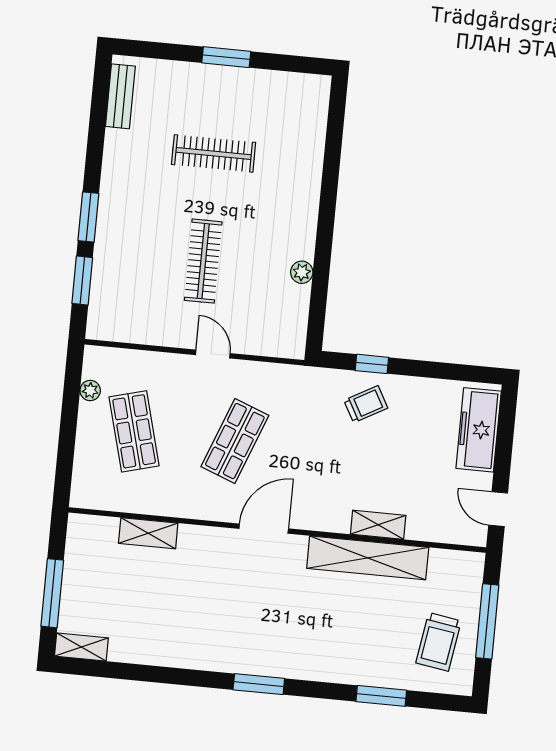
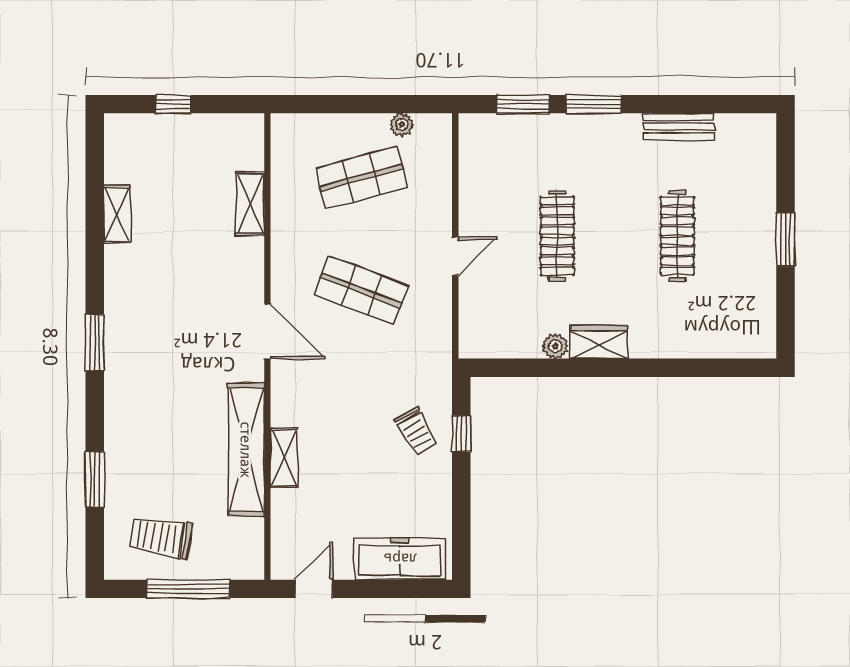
bench: (120, 96) -> (679, 127), moved
wardrobe: (302, 233) -> (599, 342), added
clothes rail: (203, 261) -> (557, 236), turned 90
window: (52, 593) -> (173, 104), width x0.46
shelving: (81, 647) -> (117, 214), moved

